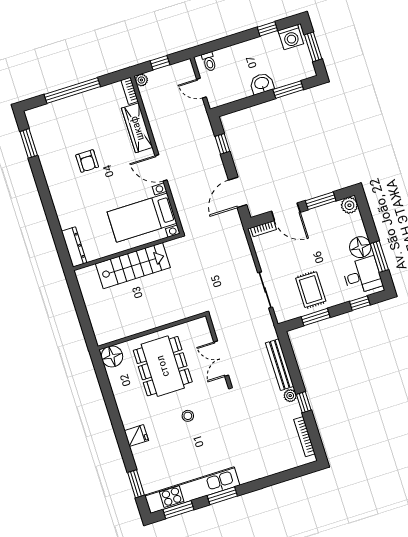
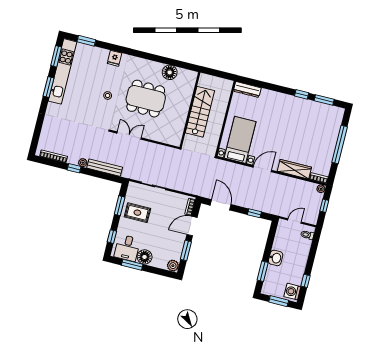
armchair: (87, 161) -> (293, 128), removed
window: (39, 176) -> (302, 94), added
stairs: (133, 266) -> (200, 112), moved, turned 180
wall: (152, 331) -> (190, 110), moved

